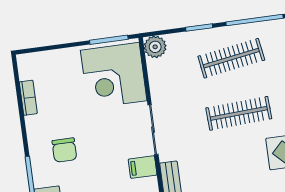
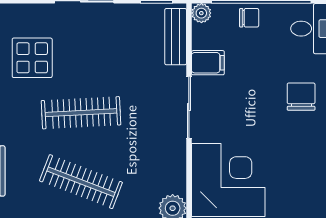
clothes rail: (231, 58) -> (81, 182), turned 30

